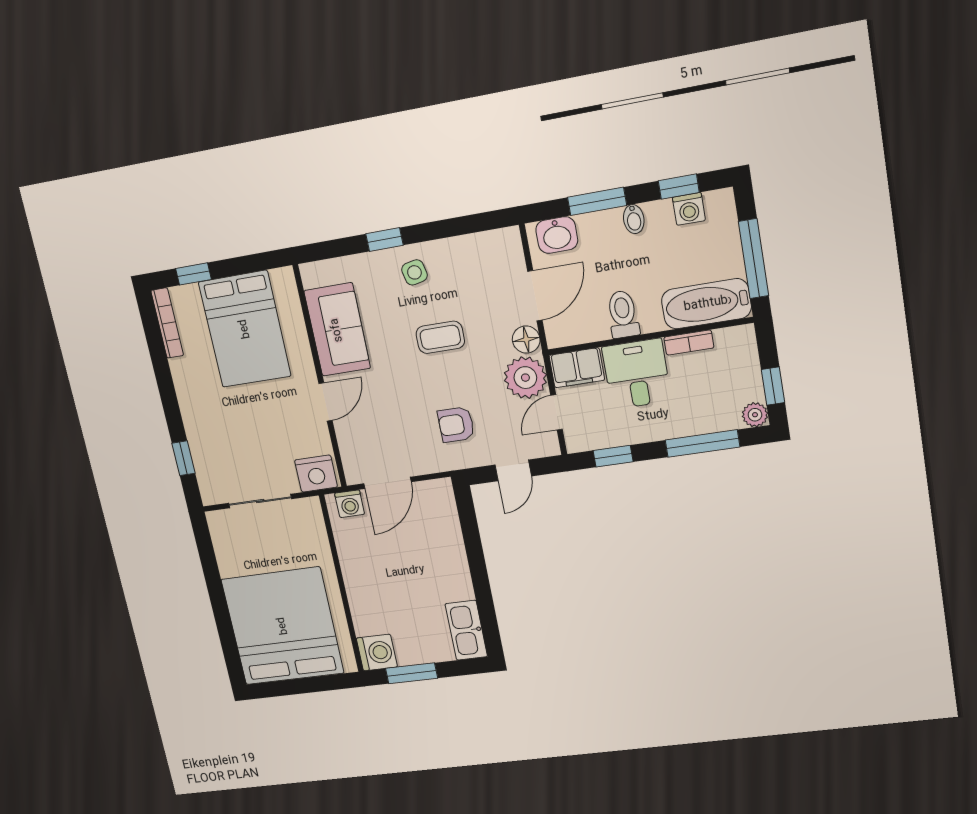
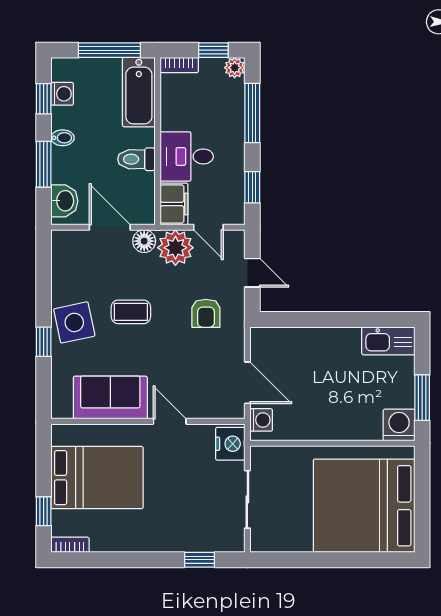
side table: (414, 272) -> (74, 322), width x1.87, depth x1.87
bookcase: (167, 323) -> (70, 545), width x0.64
coffee table: (440, 337) -> (131, 312), turned 90
bookcase: (689, 343) -> (179, 65), moved, turned 90

